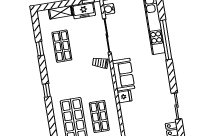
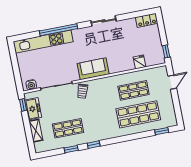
window: (47, 90) -> (94, 145), moved
fridge: (125, 97) -> (140, 62), moved
sliding door: (177, 106) -> (103, 21), moved

